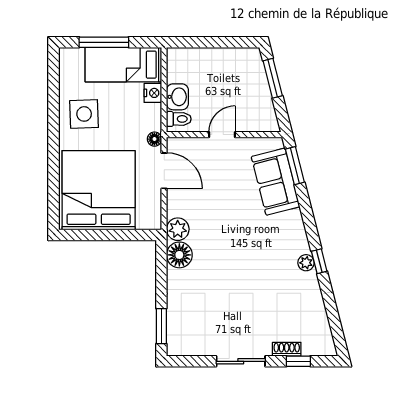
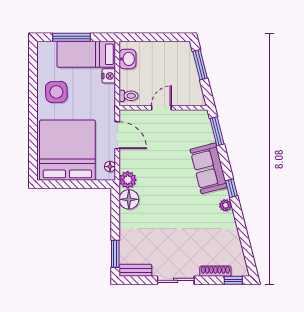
washbasin: (177, 97) -> (128, 59), moved
floor lamp: (154, 139) -> (110, 167), moved
sofa: (276, 182) -> (209, 168), moved
window: (319, 261) -> (231, 188), moved
bench: (188, 348) -> (135, 270), added
shoe rack: (287, 349) -> (215, 271), width x1.43
window: (298, 361) -> (233, 280), moved

